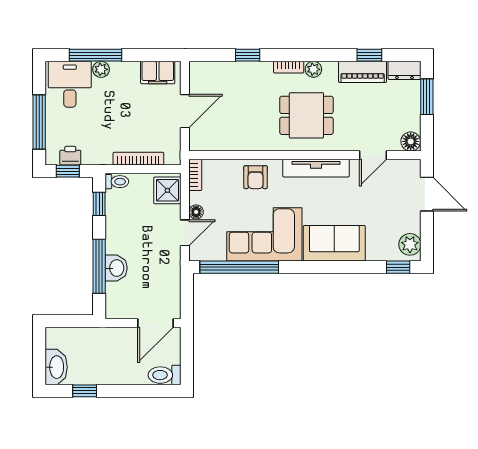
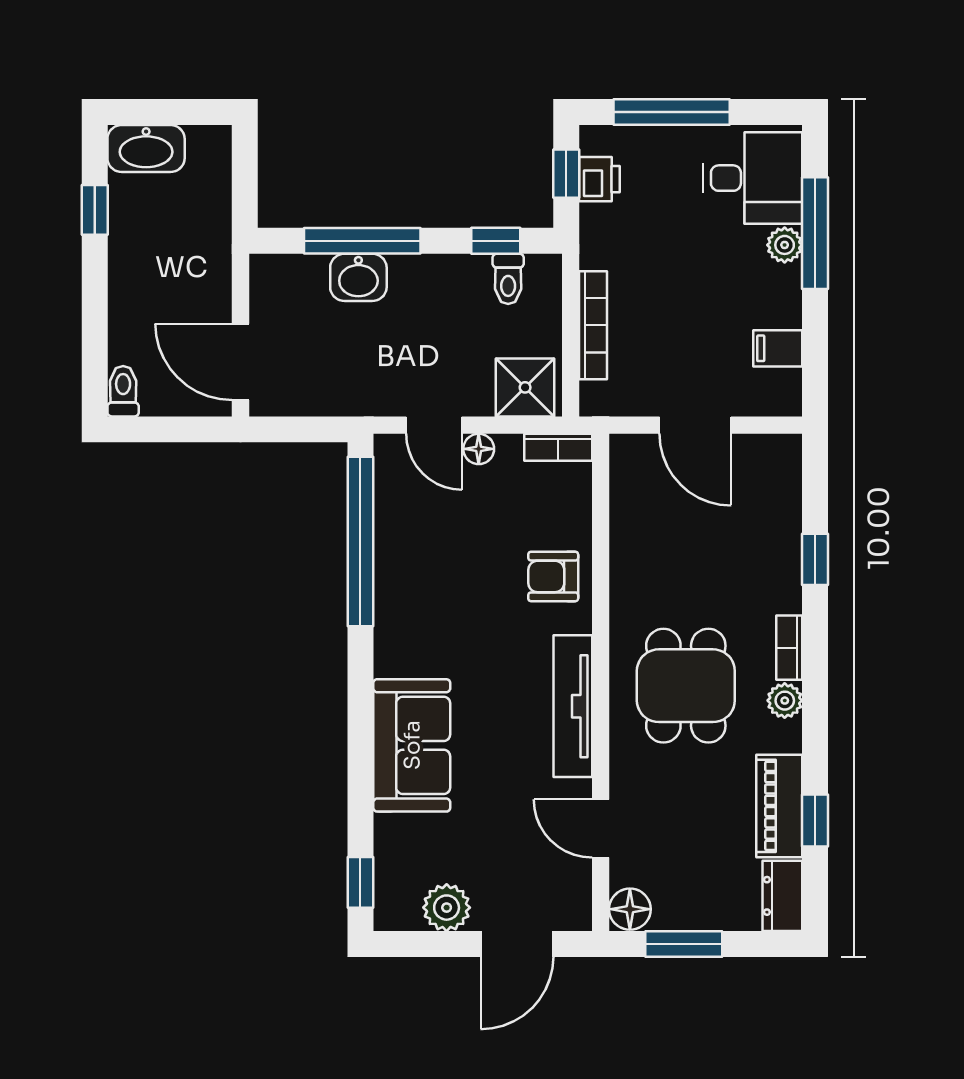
filing cabinet: (158, 73) -> (778, 348), width x0.50
window: (427, 97) -> (684, 944), moved
toilet: (117, 182) -> (508, 279), moved
corner sofa: (264, 234) -> (431, 595), removed
plant: (410, 244) -> (447, 908), moved
toilet: (165, 375) -> (123, 391), width x0.73, depth x0.72

